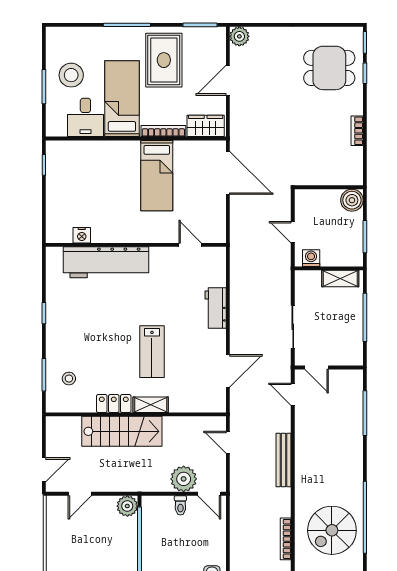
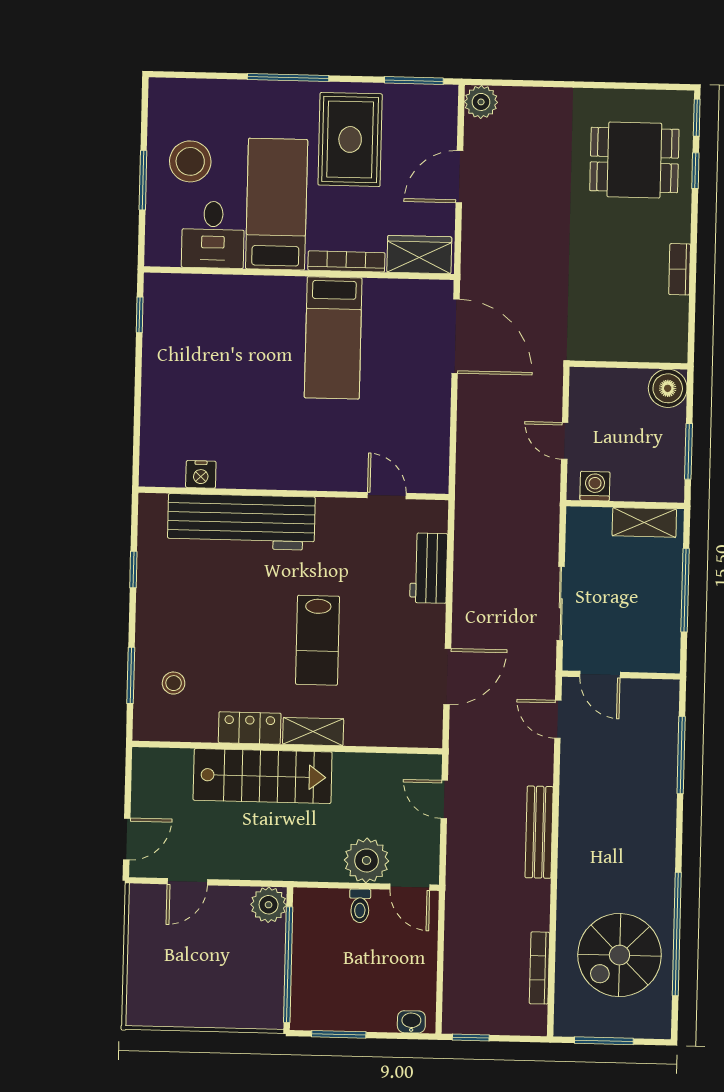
nightstand: (82, 235) -> (201, 474), moved
wall: (136, 245) -> (293, 493), moved
door: (190, 245) -> (387, 496), moved
workbench: (106, 262) -> (241, 522), moved

